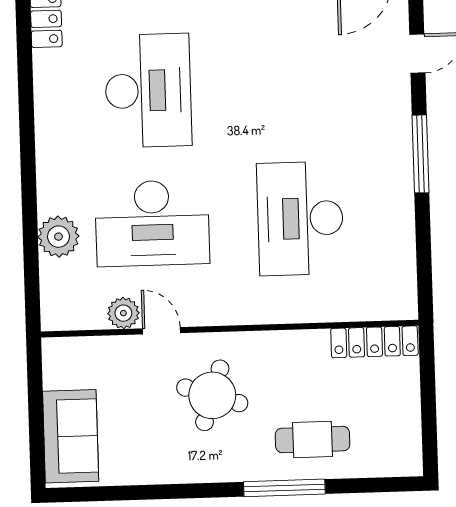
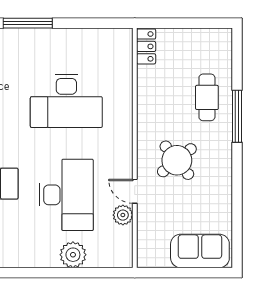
door: (161, 331) -> (135, 191), hinge flipped
locker: (374, 342) -> (146, 46), width x0.66
round table: (212, 395) -> (177, 160), turned 33

